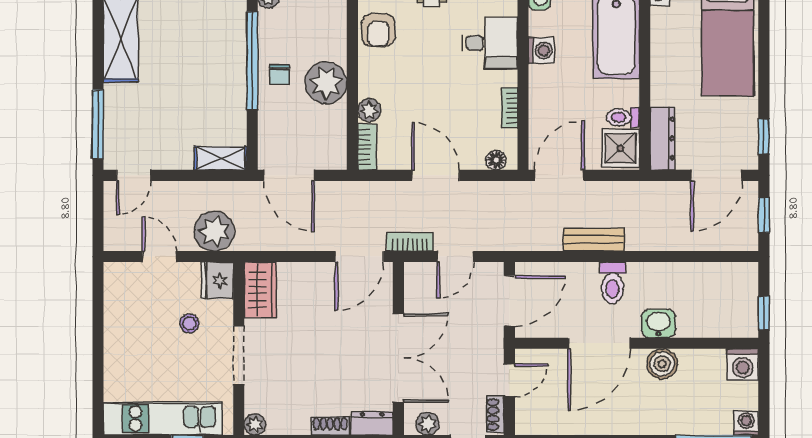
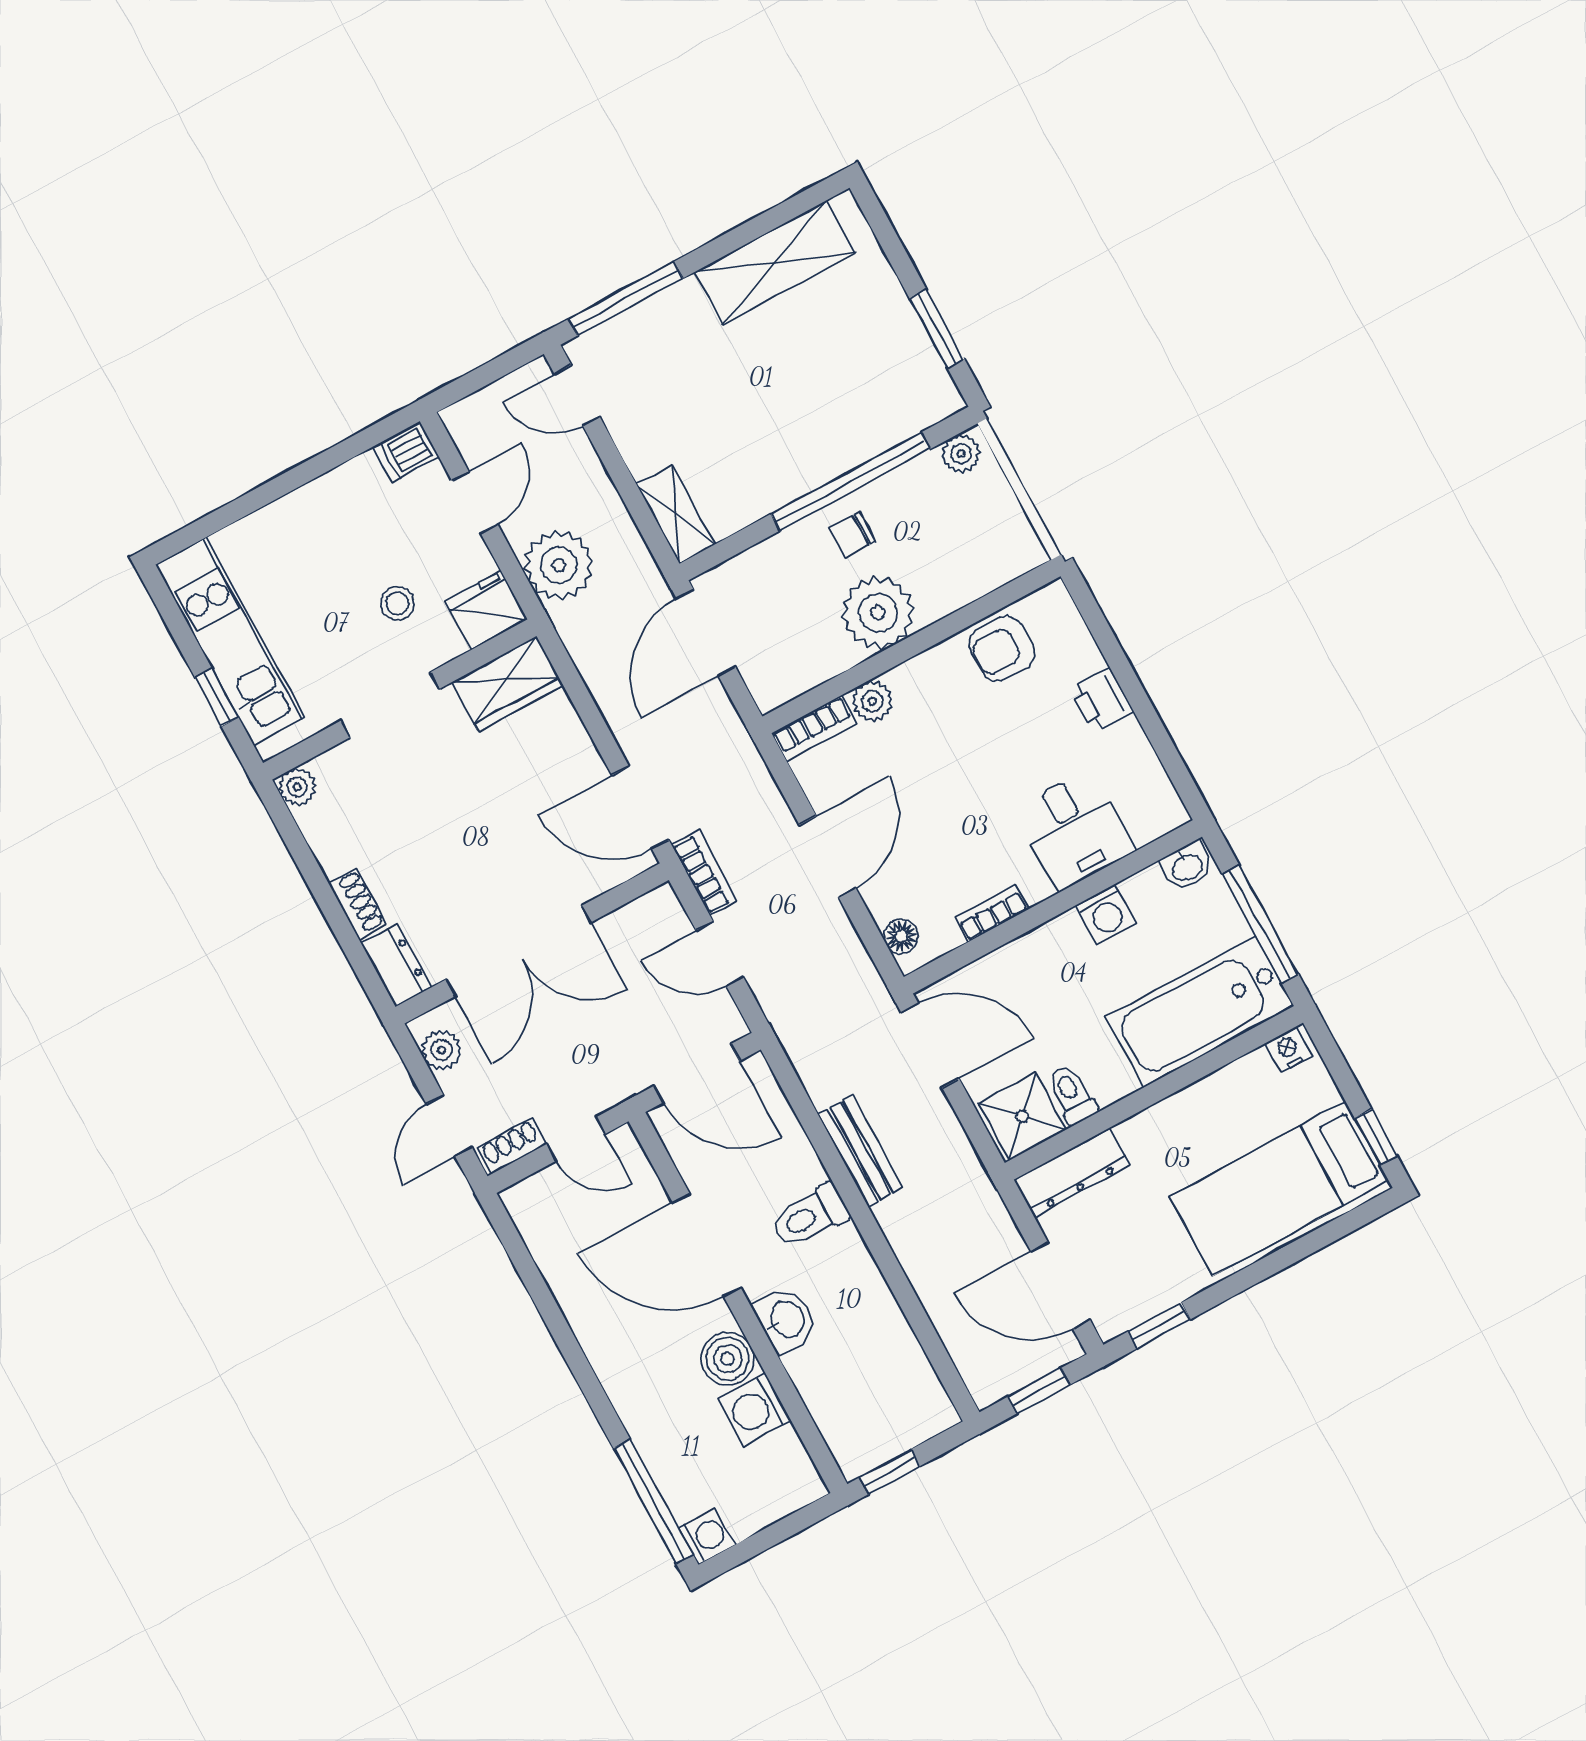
dishwasher: (115, 277) -> (406, 452), added
washing machine: (743, 364) -> (754, 1410), moved

